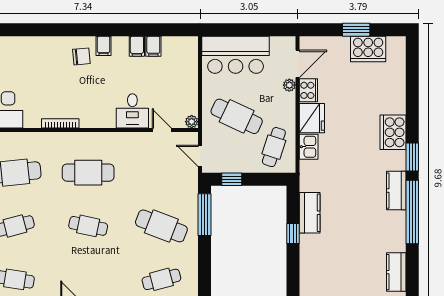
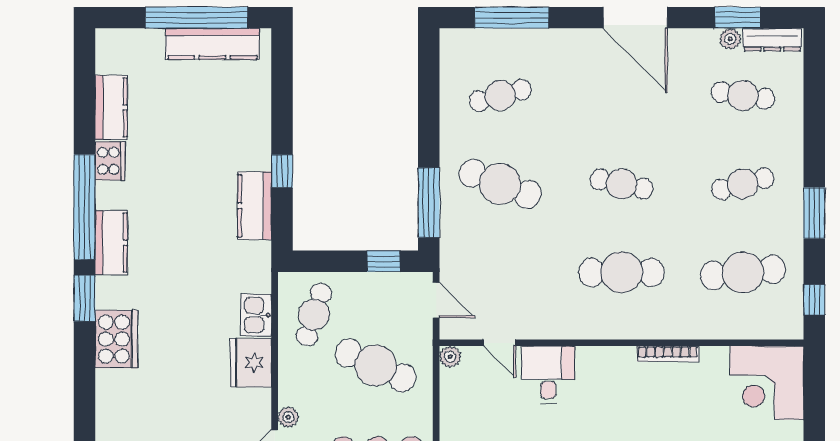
cooker: (308, 90) -> (110, 161), moved, turned 180

